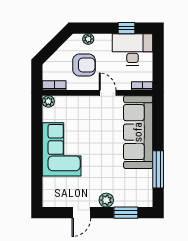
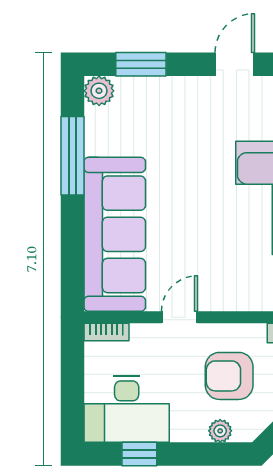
door: (108, 93) -> (179, 317), swing flipped
plant: (106, 200) -> (99, 91), moved

